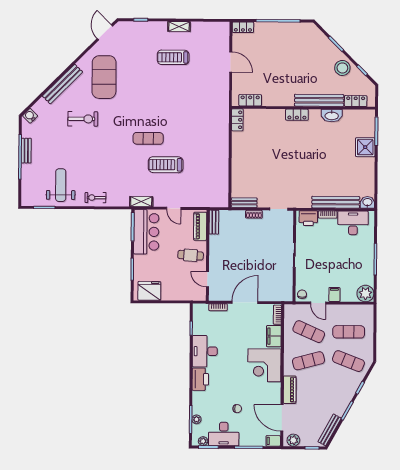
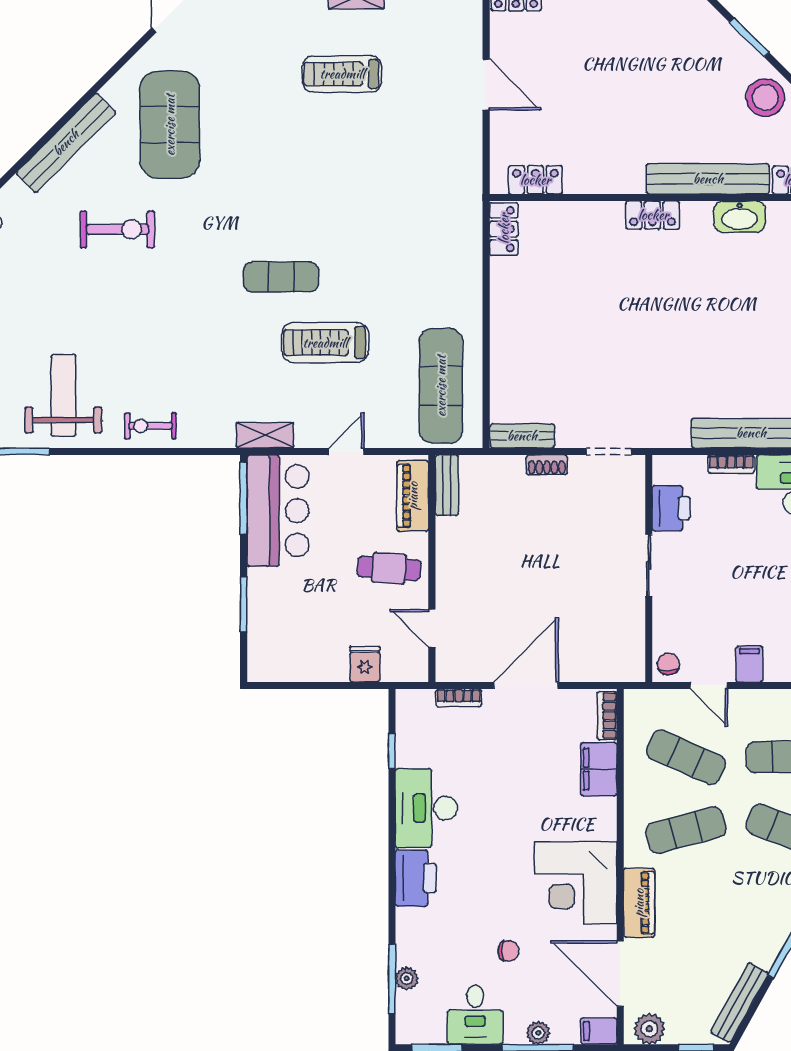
exercise mat: (212, 182) -> (441, 386), added
door: (174, 208) -> (346, 451), swing flipped
printer: (308, 218) -> (671, 508), moved, turned -90
fridge: (149, 291) -> (365, 664), moved, width x0.53, depth x0.75
corner desk: (264, 365) -> (576, 883), moved
desk: (224, 434) -> (475, 1015), width x0.73
plant: (203, 441) -> (538, 1033), moved

